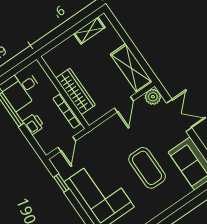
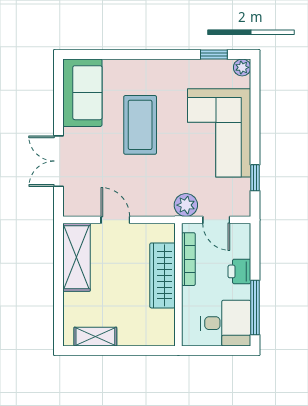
plant: (153, 97) -> (186, 205), moved
door: (124, 104) -> (115, 220), hinge flipped
door: (67, 144) -> (216, 220), swing flipped

